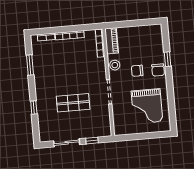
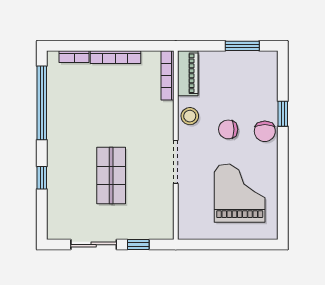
window: (141, 23) -> (242, 46), added
window: (30, 65) -> (42, 103), width x2.11
shop shelf: (73, 103) -> (111, 176), turned 90
grand piano: (147, 106) -> (240, 193), turned 180

